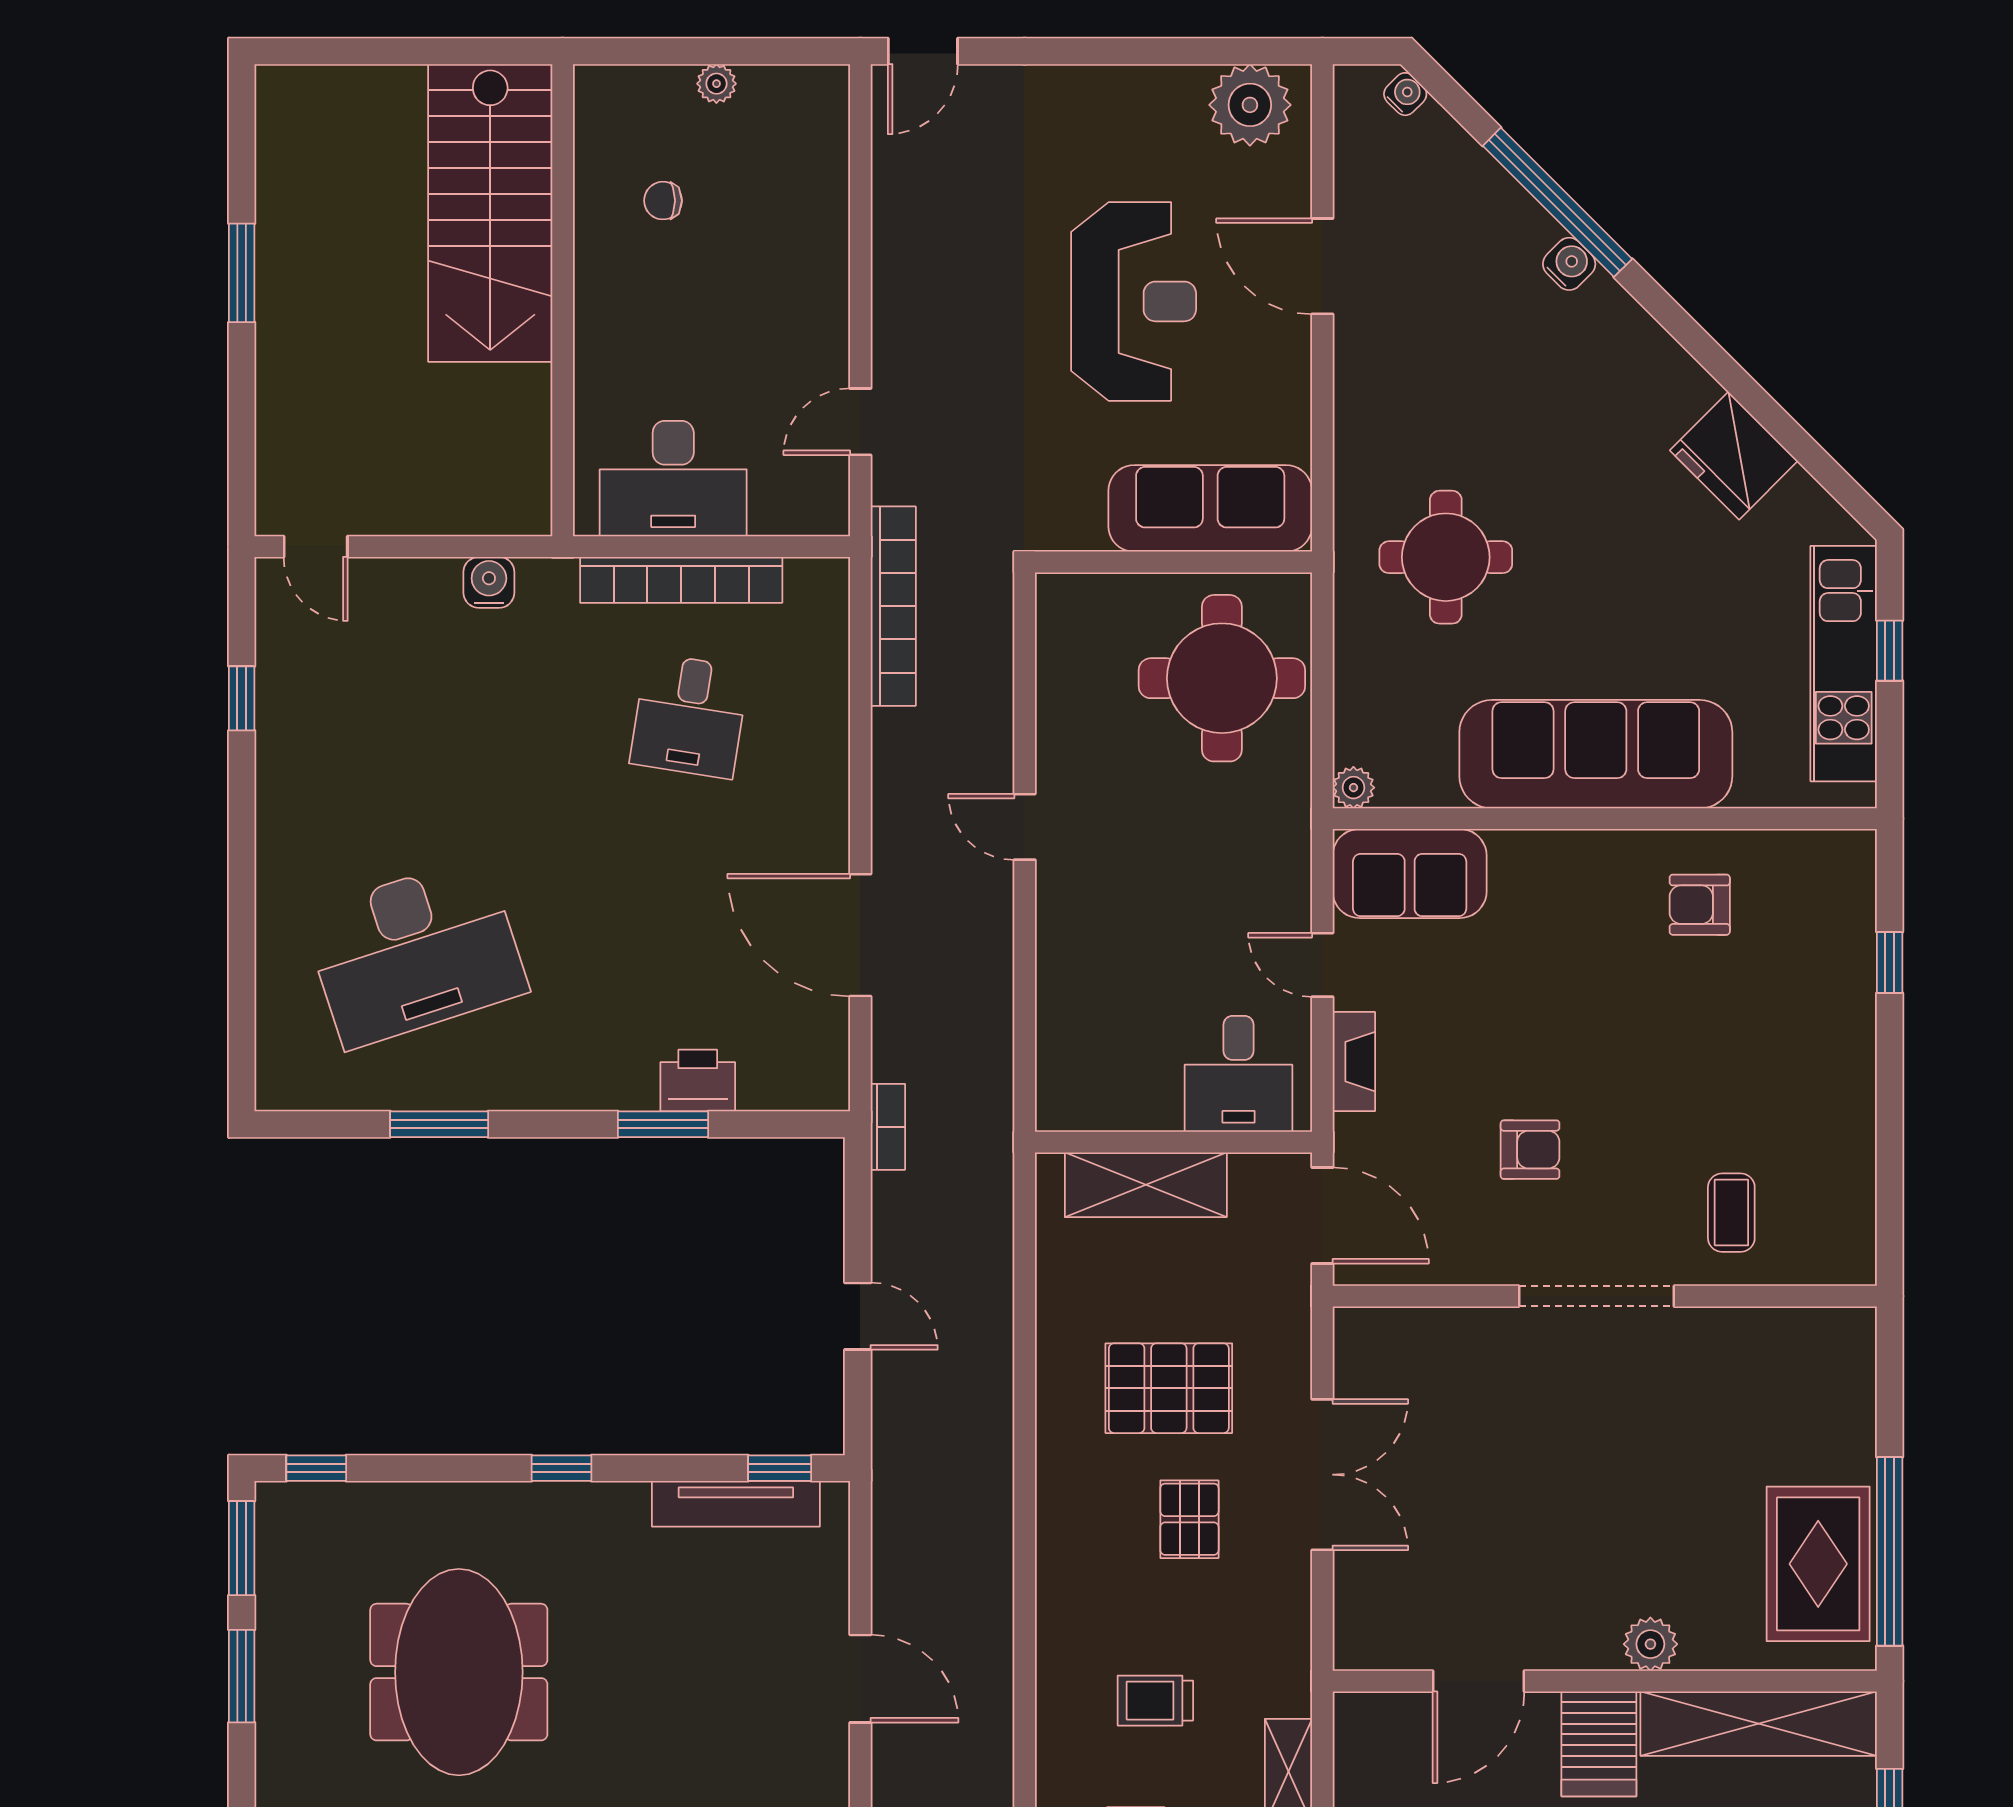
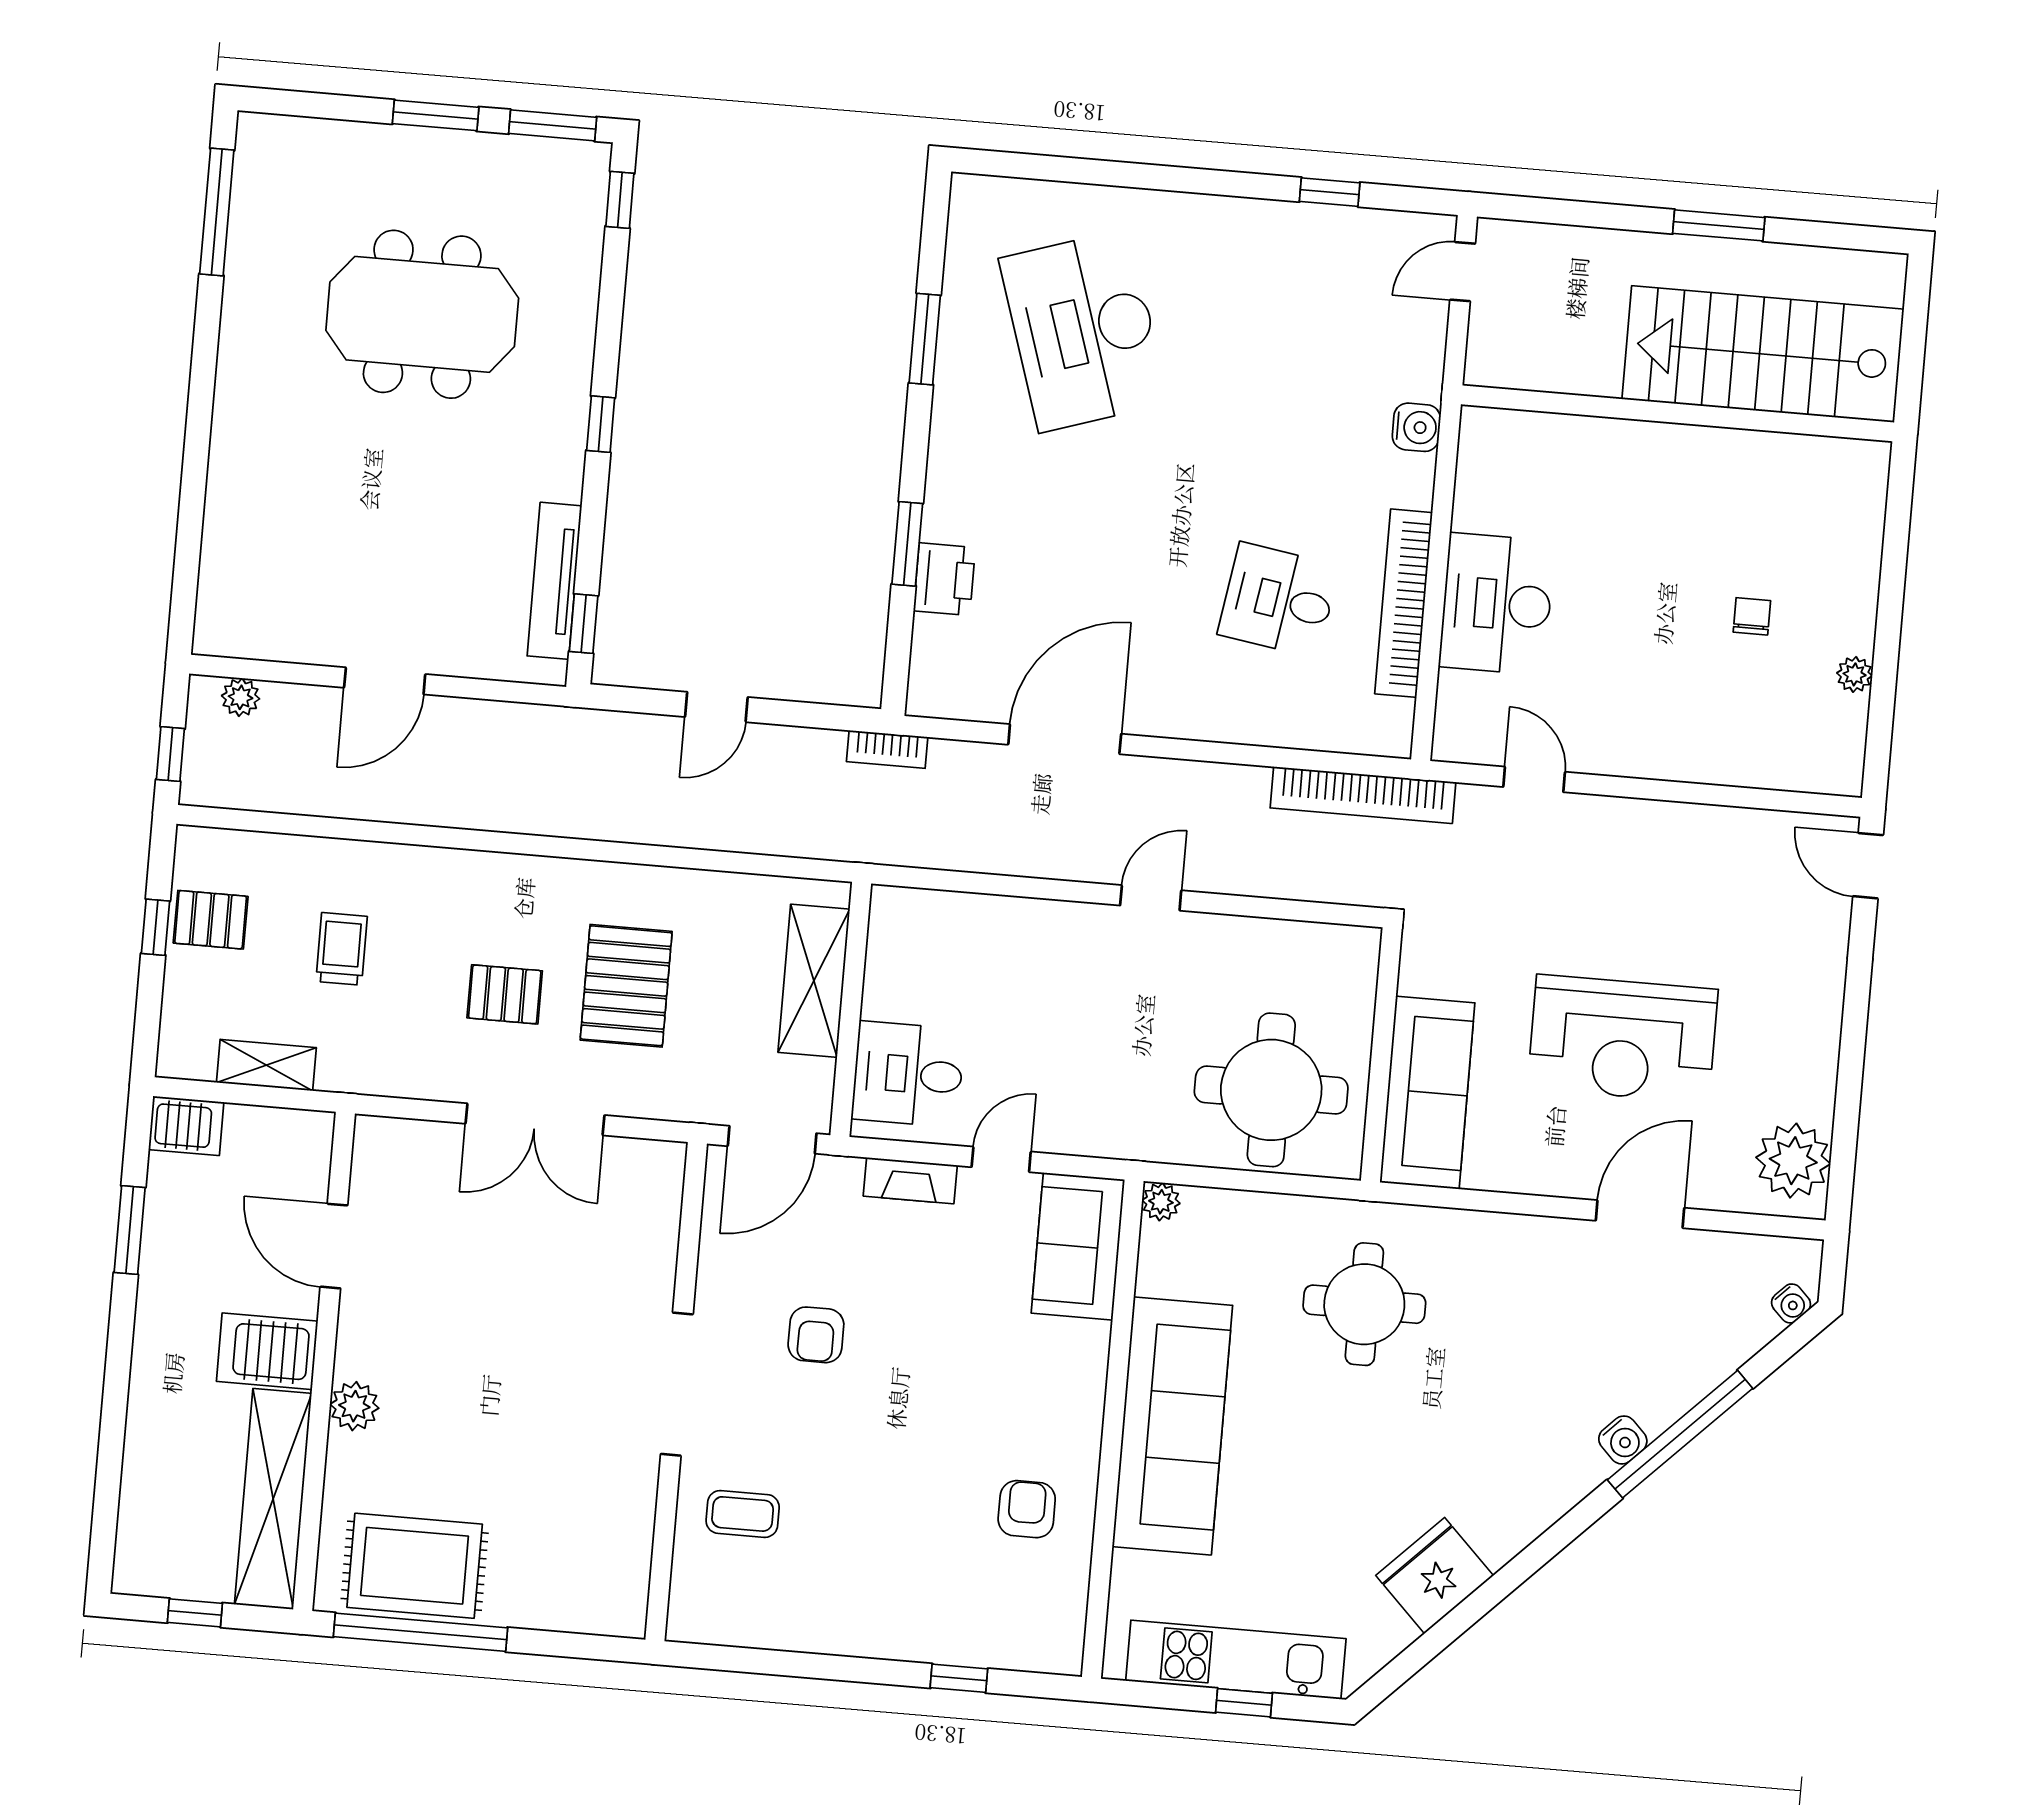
stairs: (490, 213) -> (1763, 354), moved
wall: (563, 300) -> (1677, 413), moved

